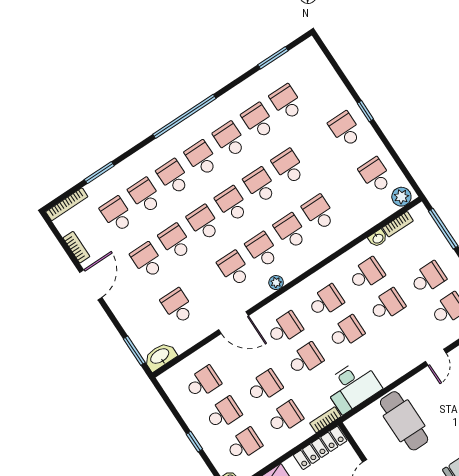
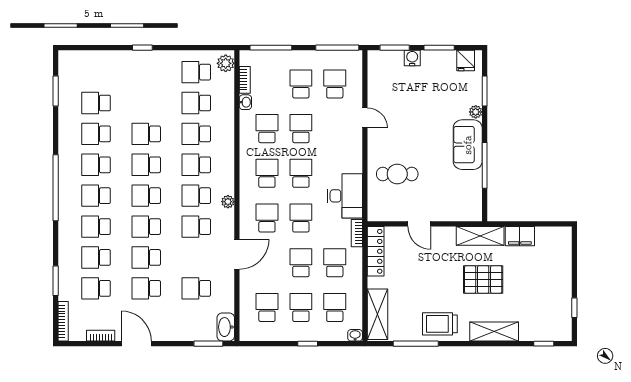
school desk: (345, 129) -> (196, 103), moved
cafe table: (404, 421) -> (397, 174), width x0.73, depth x0.74

